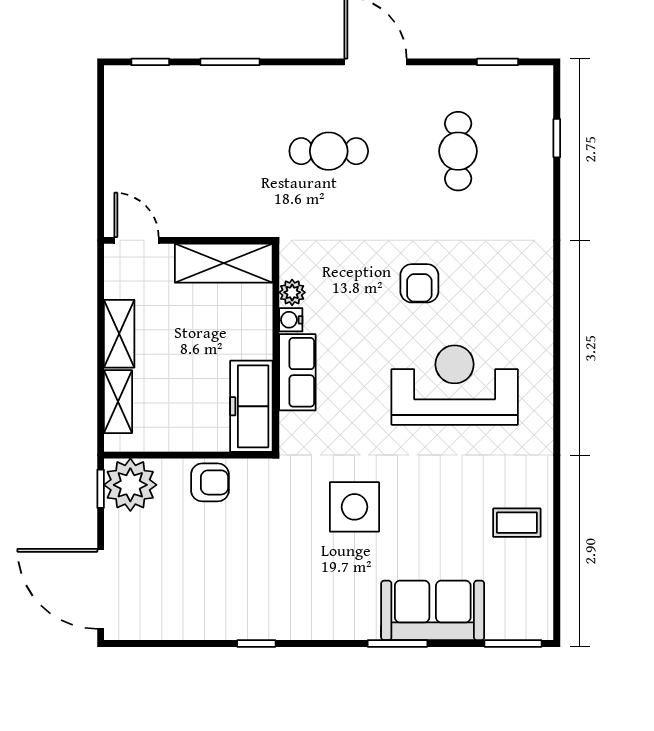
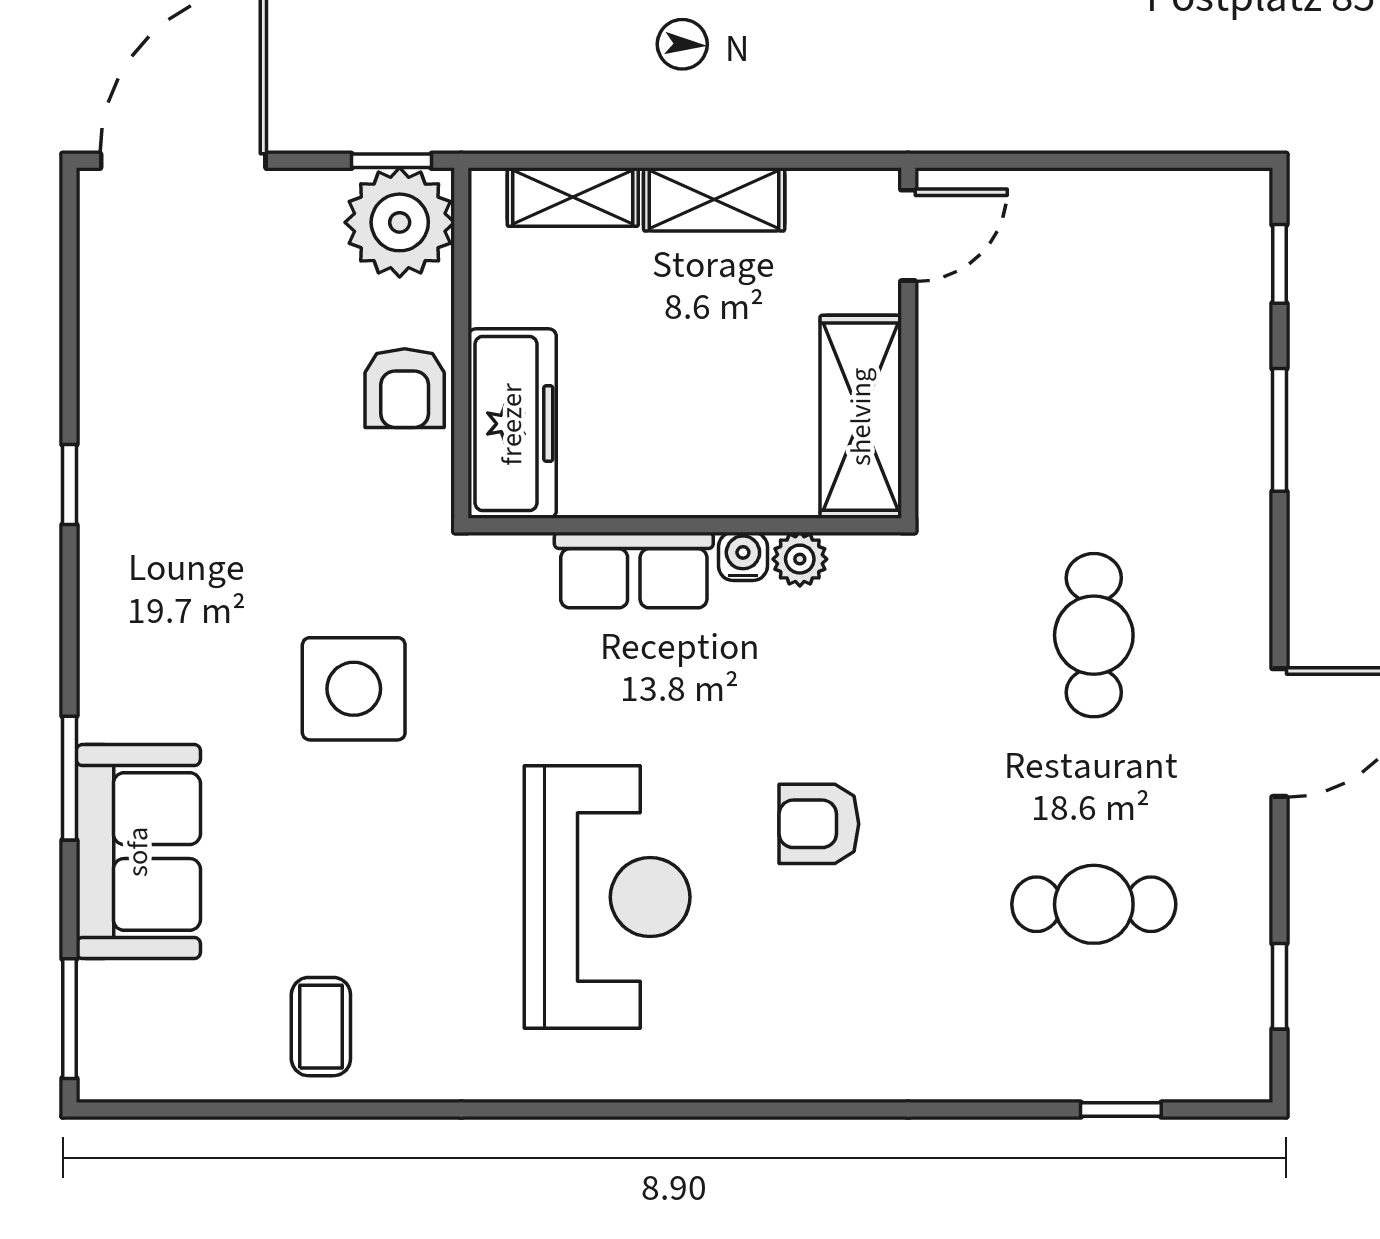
freezer: (251, 406) -> (512, 424), moved, turned 90

